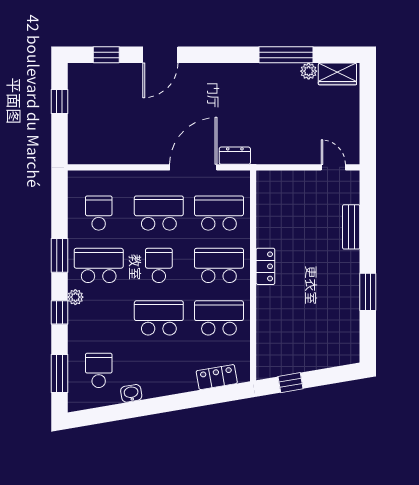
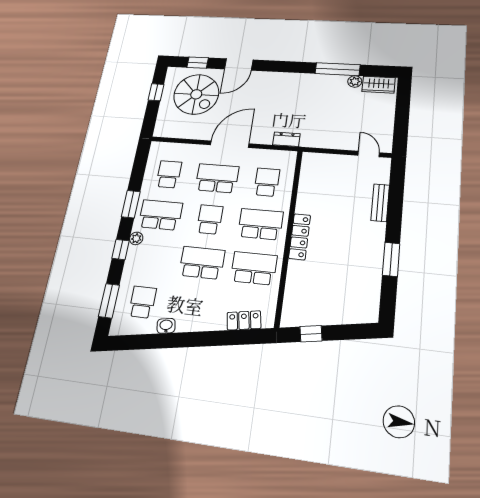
spiral stairs: (113, 101) -> (196, 94), added
door: (193, 167) -> (230, 144), moved
school desk: (219, 213) -> (267, 182), width x0.54
locker: (265, 266) -> (300, 237), width x1.53

